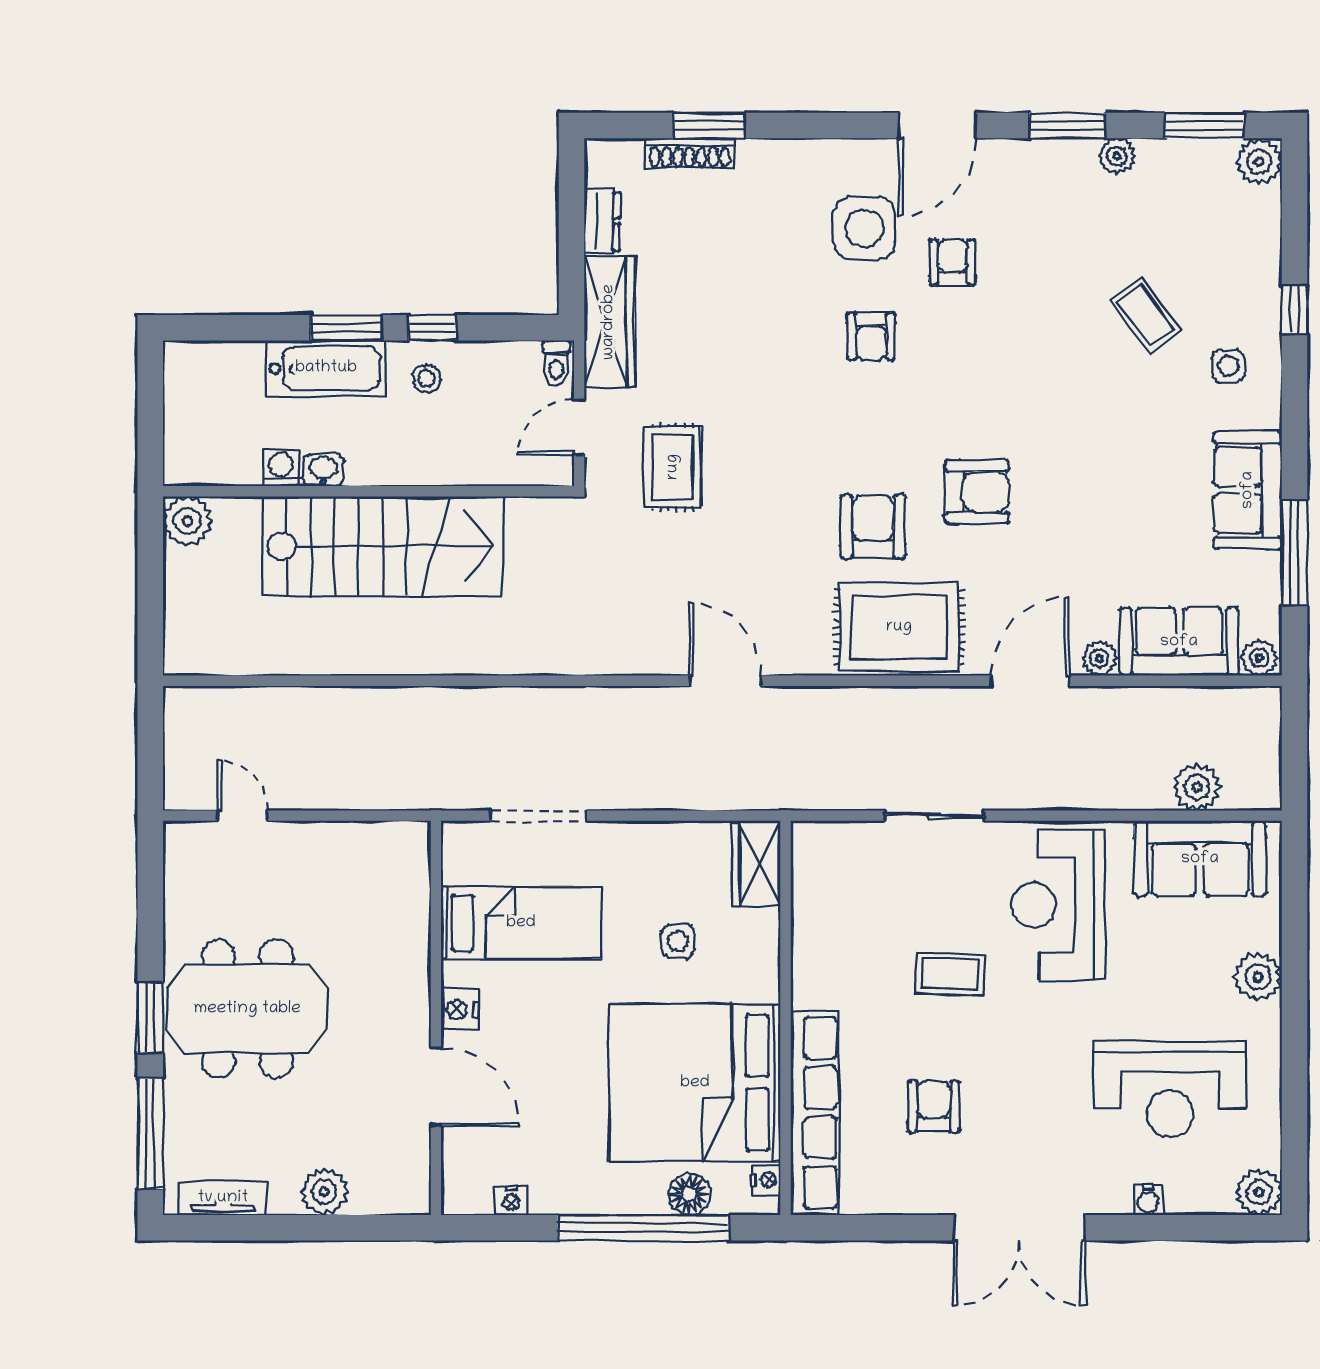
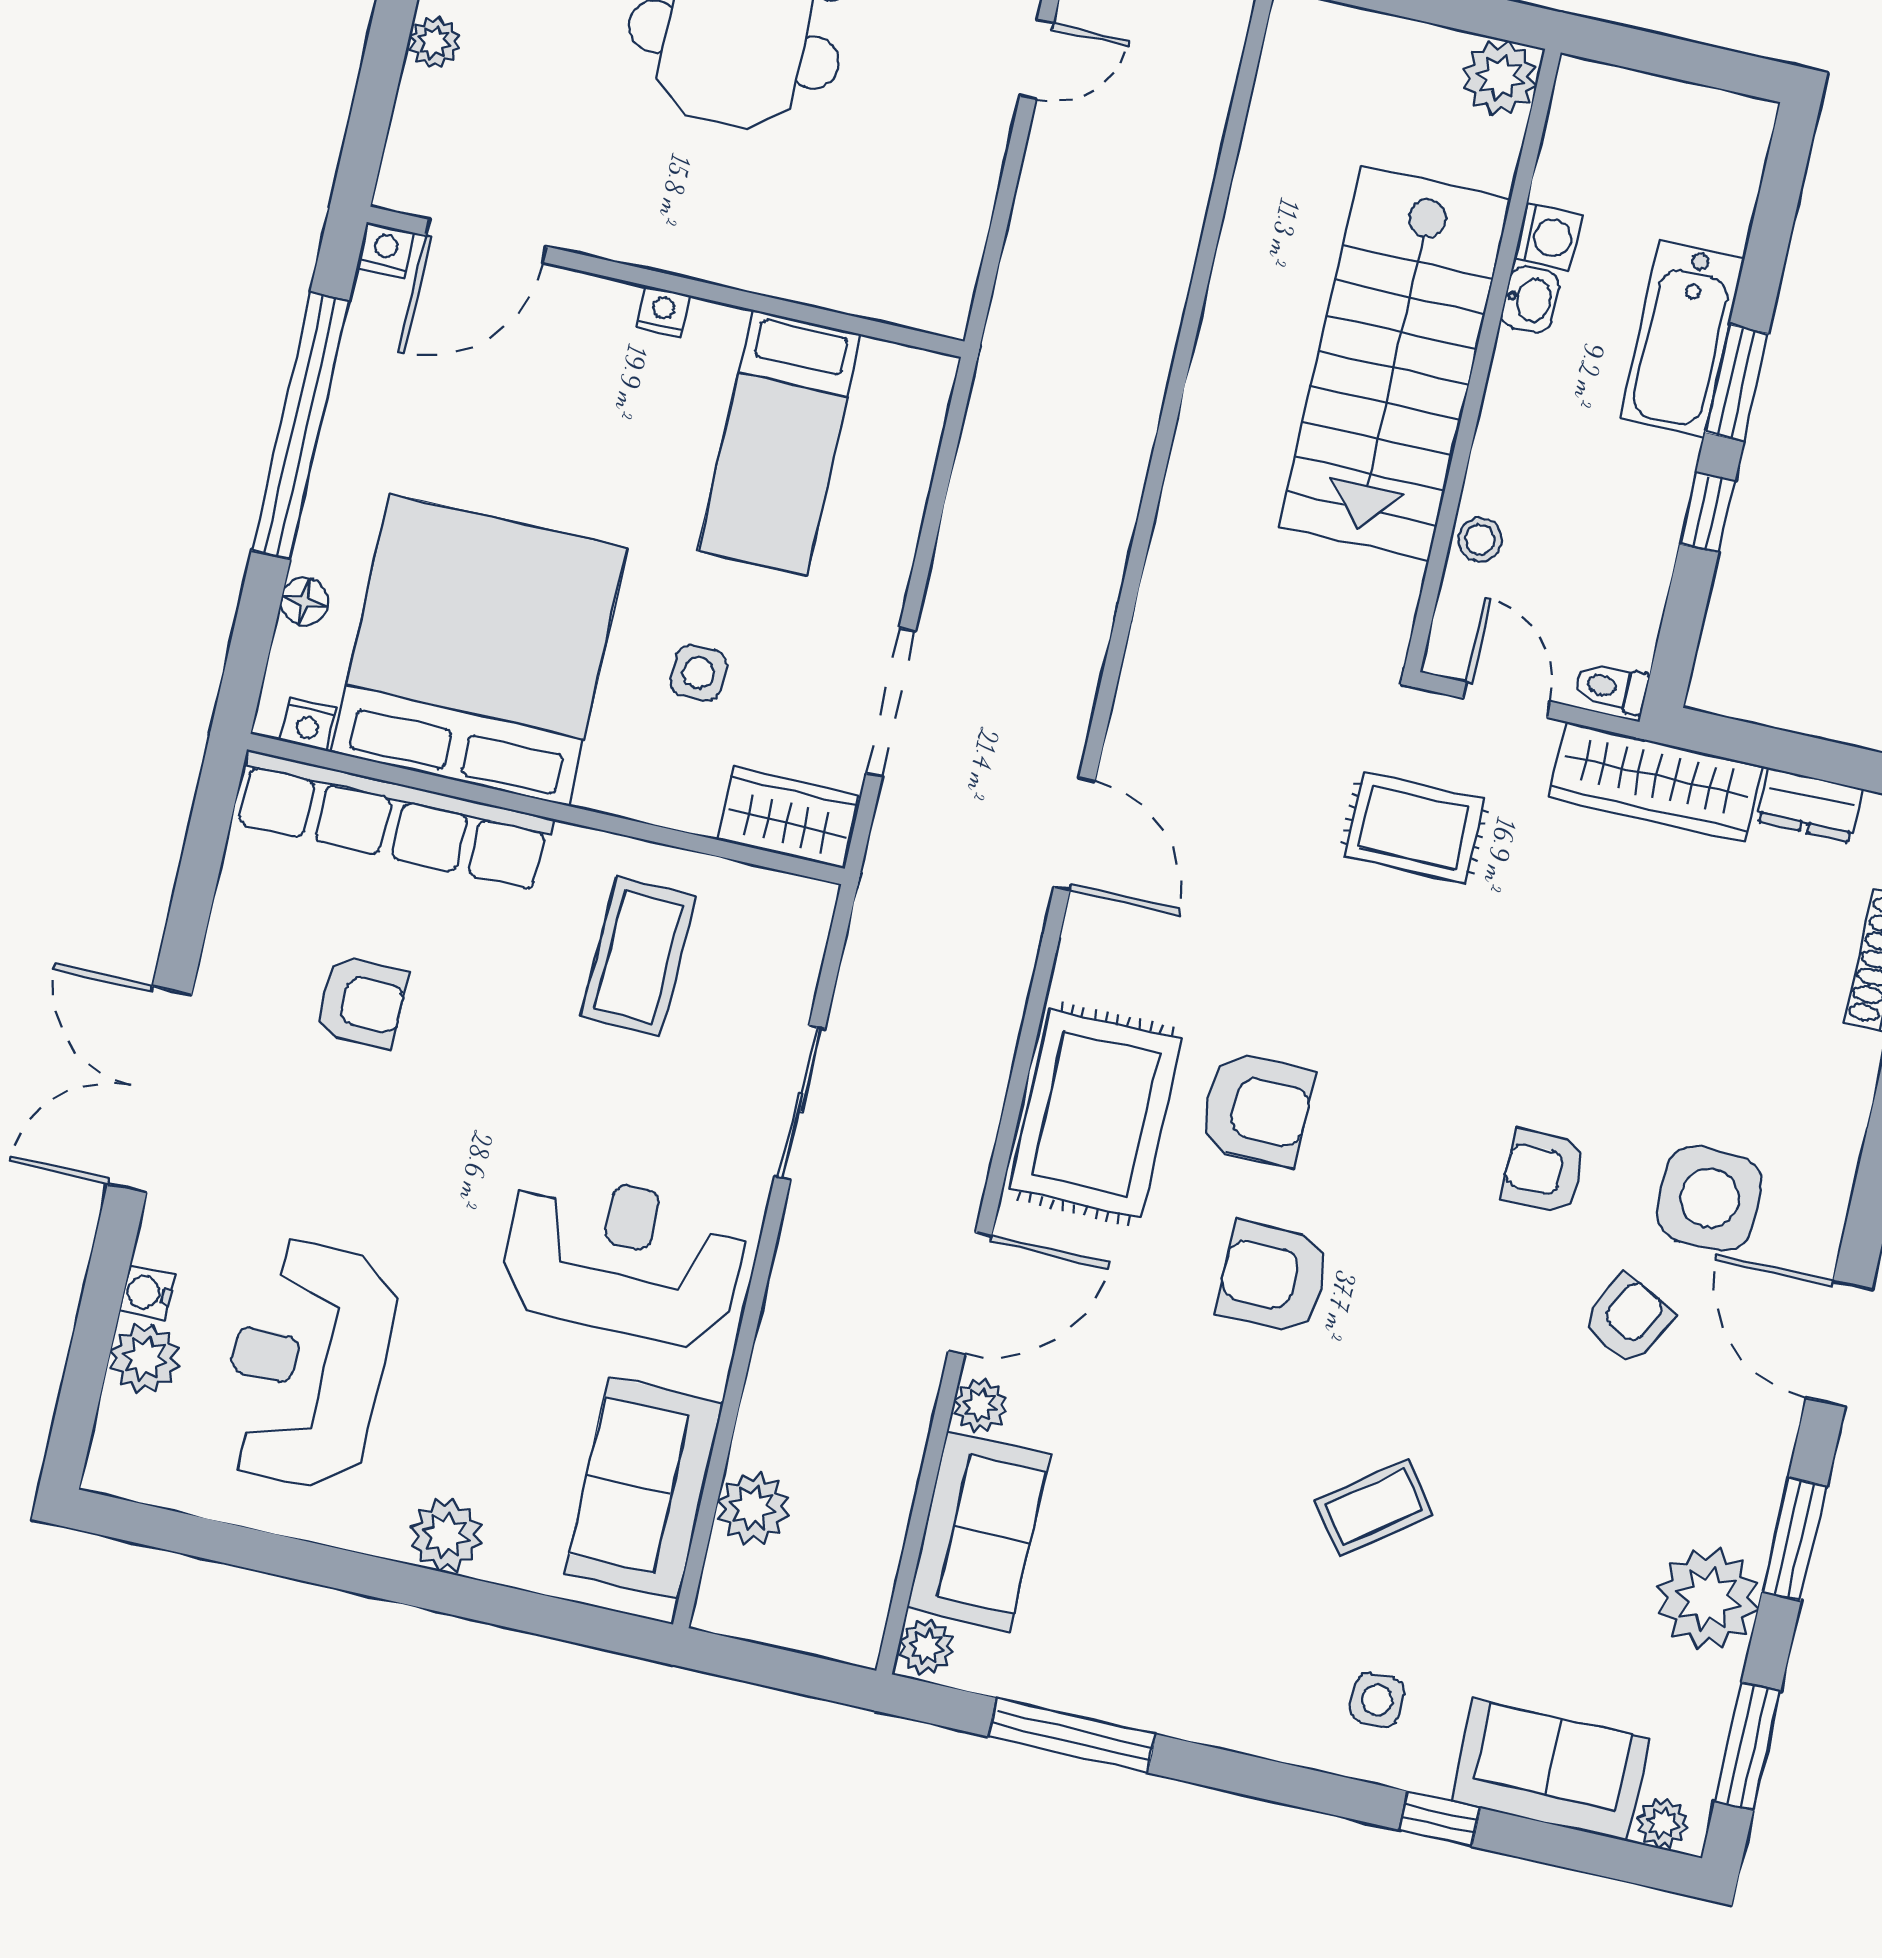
plant: (1117, 156) -> (1708, 1599), width x1.87, depth x1.87
plant: (1259, 162) -> (1663, 1823), width x0.73, depth x0.73
armchair: (952, 262) -> (1628, 1319), turned -62
coffee table: (1146, 315) -> (1374, 1507), moved
stool: (427, 379) -> (1480, 540), moved
sofa: (1248, 490) -> (1550, 1770), moved
armchair: (977, 492) -> (1273, 1278), turned 90
door: (725, 681) -> (1075, 834), hinge flipped
door: (1030, 681) -> (970, 1294), hinge flipped
doorway: (538, 816) -> (891, 702), moved
coffee table: (949, 974) -> (638, 957), moved, width x1.36, depth x1.30
nightstand: (460, 1010) -> (663, 311), width x0.72, depth x0.74
door: (436, 1087) -> (486, 241), moved
plant: (324, 1192) -> (434, 42), width x0.73, depth x0.73
plant: (1259, 1192) -> (145, 1358), moved
floor lamp: (689, 1194) -> (305, 601), width x0.73, depth x0.73
nightstand: (511, 1200) -> (385, 250), moved, turned 90
window: (643, 1228) -> (300, 426), moved

